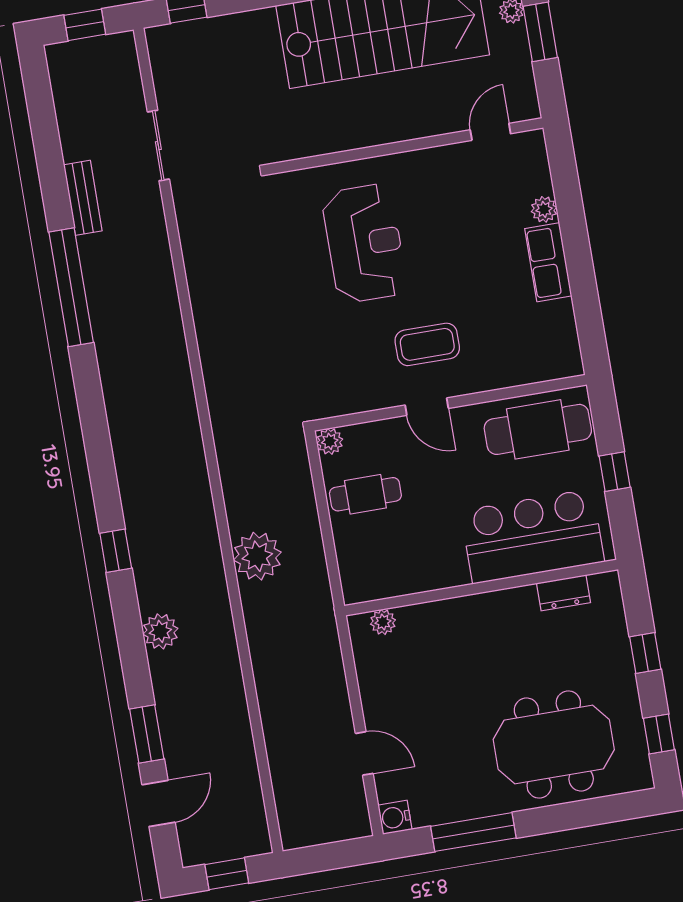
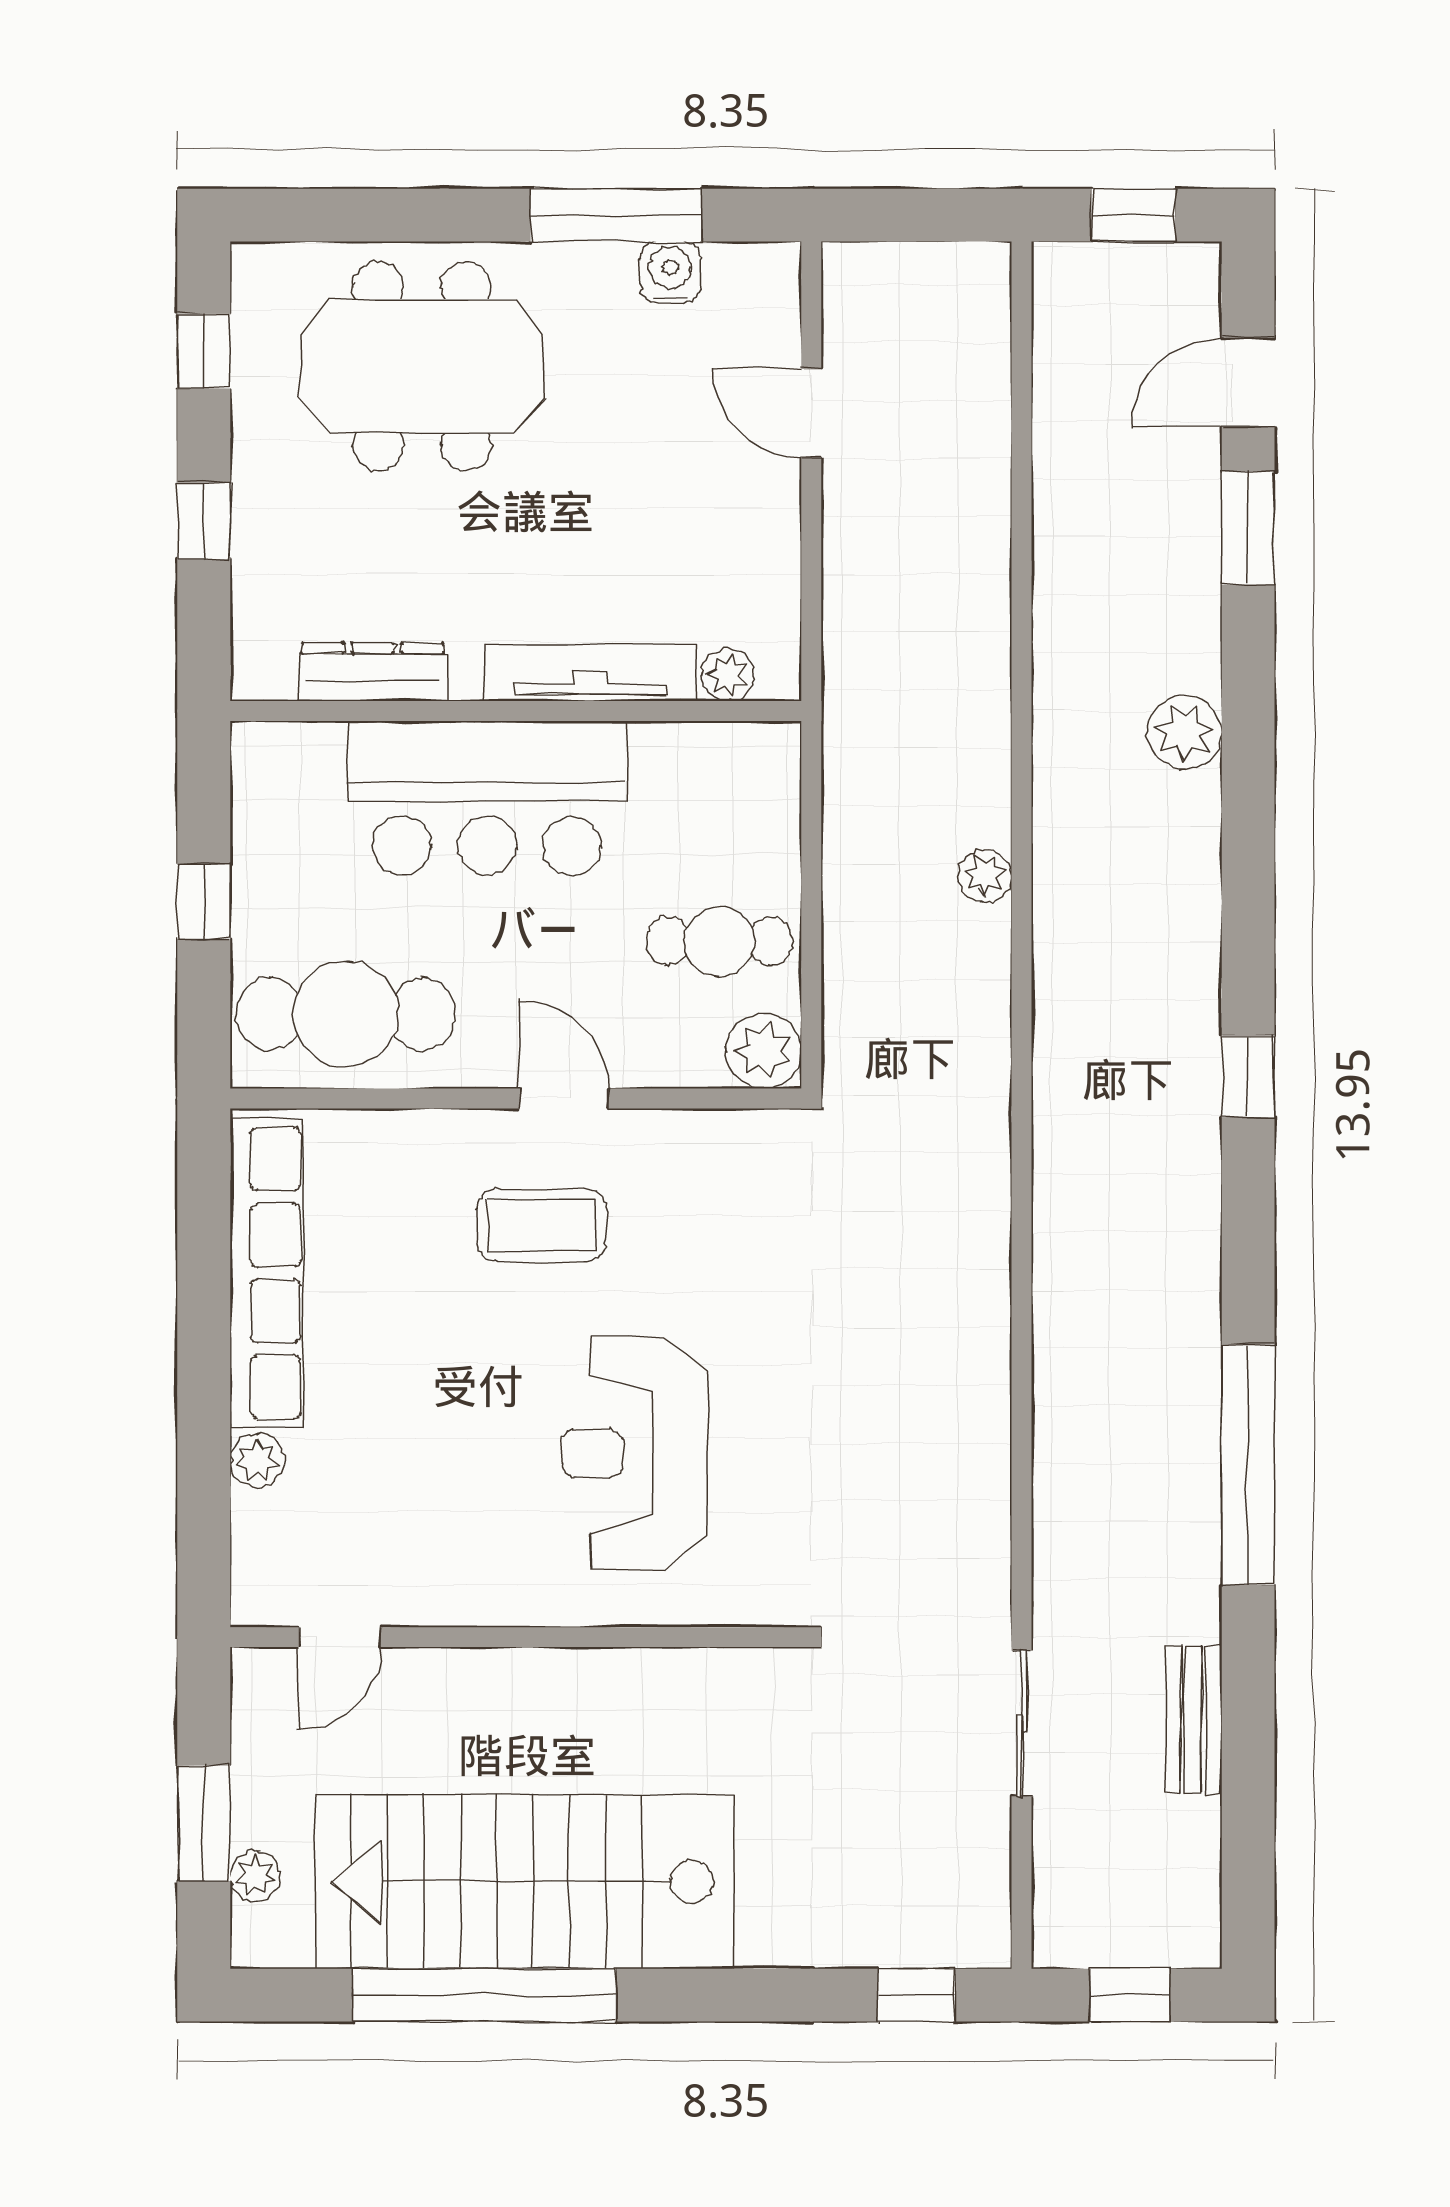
bench: (83, 198) -> (1194, 1719), moved
row of seats: (548, 262) -> (267, 1273), width x2.02
plant: (330, 441) -> (764, 1051), width x1.38, depth x1.38
bar counter: (533, 536) -> (487, 798), moved
window: (116, 551) -> (1248, 1076), moved
plant: (257, 556) -> (985, 876), width x0.53, depth x0.53
dresser: (563, 593) -> (372, 672), width x1.44
tv unit: (449, 612) -> (591, 673), added
water cooler: (395, 817) -> (670, 272), moved, turned -90

